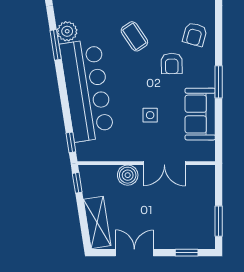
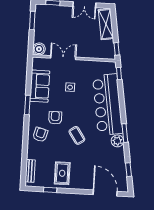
boiler: (128, 175) -> (39, 49), moved

